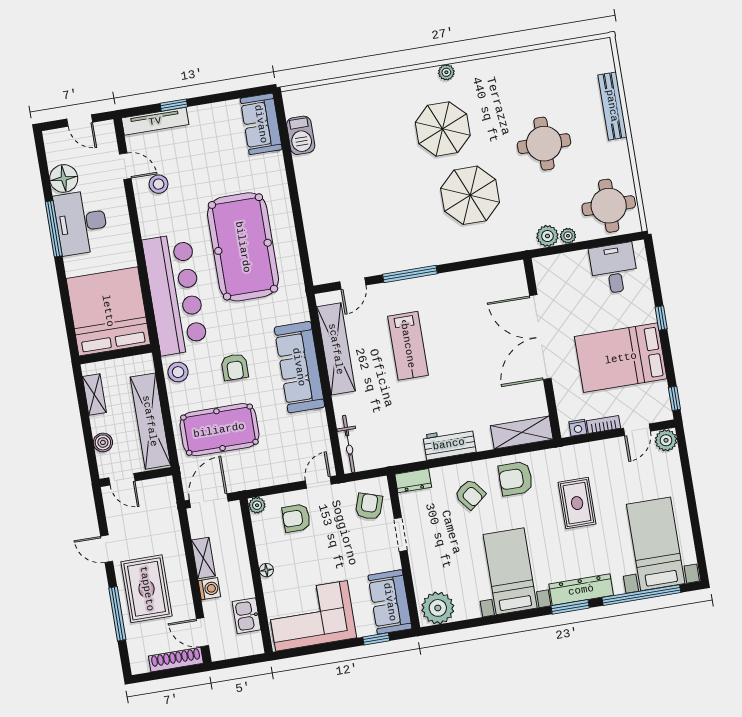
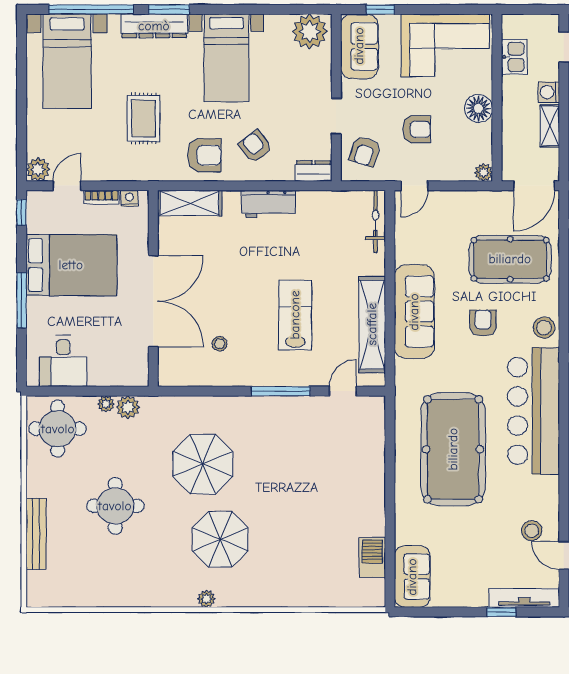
stool: (473, 308) -> (220, 344), added
window: (661, 318) -> (22, 300), width x2.17
armchair: (296, 518) -> (416, 129), moved
floor lamp: (266, 570) -> (478, 108), width x1.89, depth x1.89

